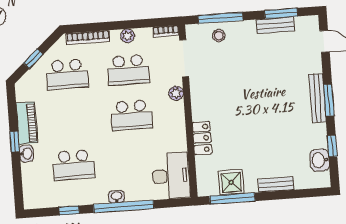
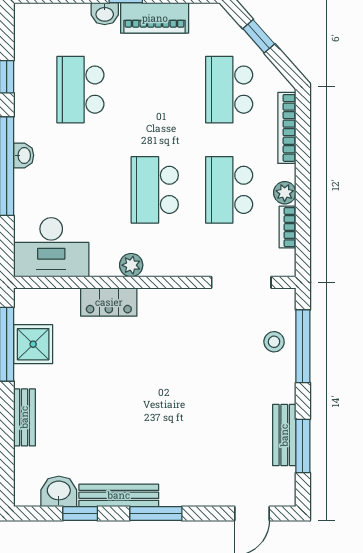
bookcase: (166, 31) -> (288, 227), moved
plant: (176, 93) -> (131, 265), moved
bench: (318, 98) -> (119, 495), moved

